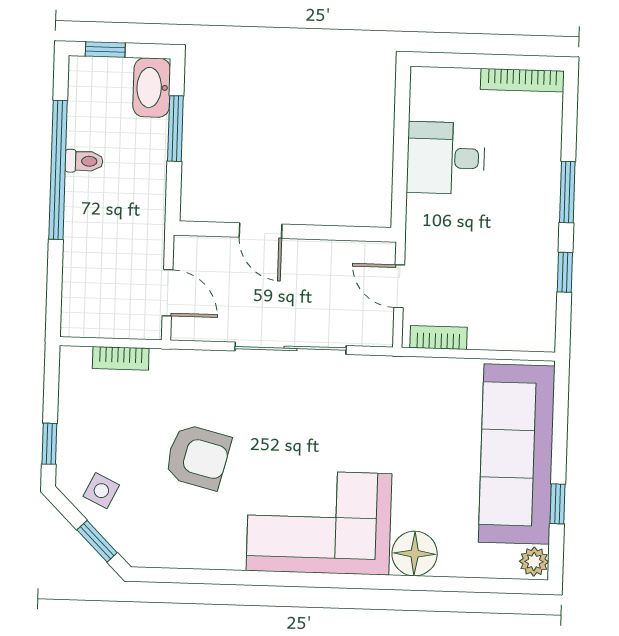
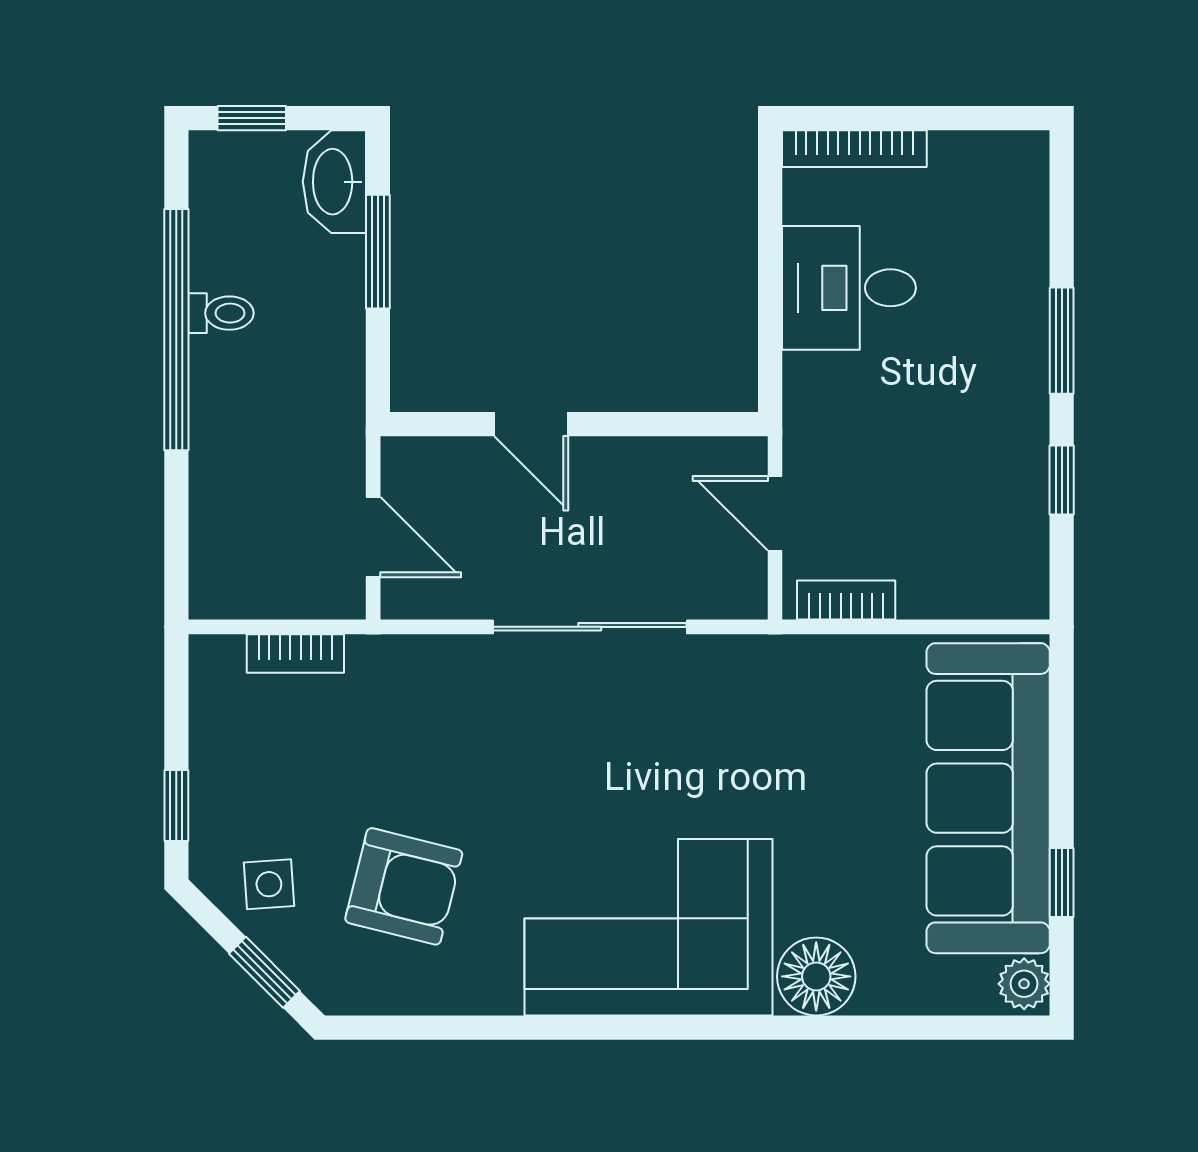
bookcase: (522, 80) -> (854, 149), moved
armchair: (198, 457) -> (404, 886), moved
side table: (101, 491) -> (269, 884), turned -30

